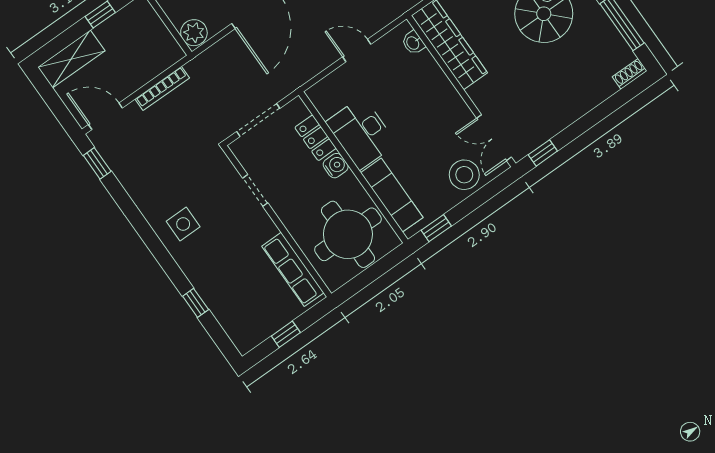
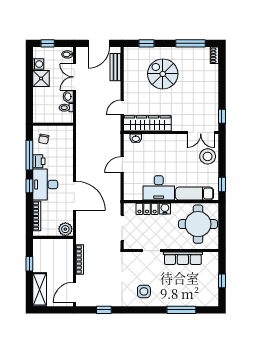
window: (97, 163) -> (104, 310), moved
row of seats: (293, 269) -> (183, 258), moved
window: (196, 303) -> (181, 310), width x2.17

